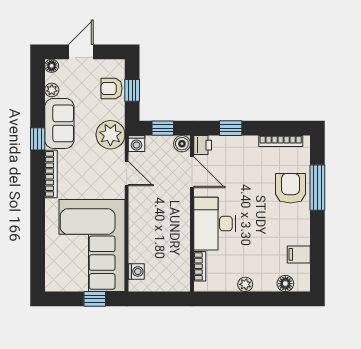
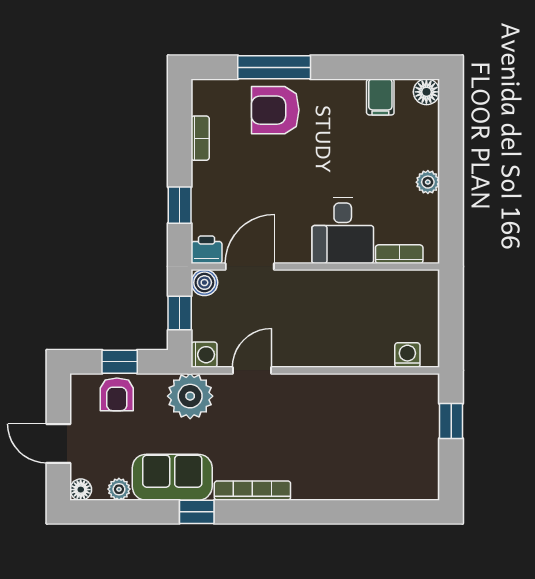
bookcase: (281, 141) -> (200, 138), width x0.64
desk: (215, 224) -> (343, 231), width x0.73
corner sofa: (92, 246) -> (366, 426), removed
floor lamp: (285, 284) -> (426, 92), moved

